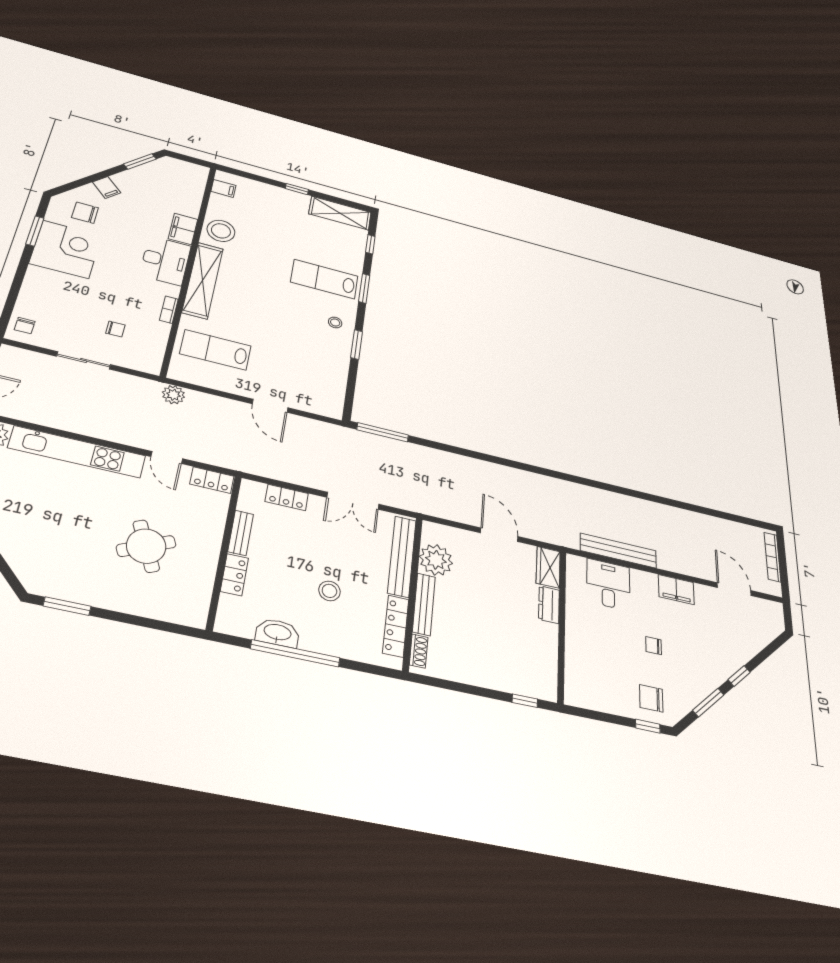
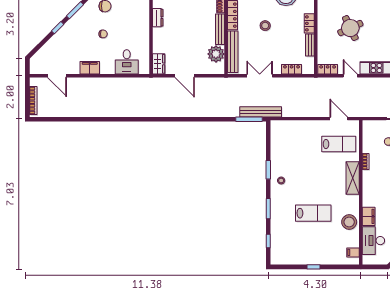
shelving: (340, 213) -> (288, 258), removed
desk: (165, 261) -> (373, 241), moved
lab bench: (324, 279) -> (313, 213), moved
shelving: (203, 280) -> (353, 178), width x0.68
plant: (173, 395) -> (354, 112), removed
door: (270, 406) -> (339, 119), moved
bench: (618, 551) -> (261, 112), moved
dresser: (549, 605) -> (158, 18), moved

